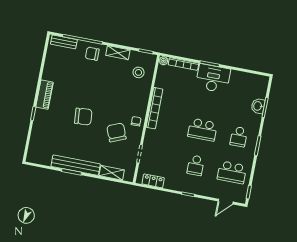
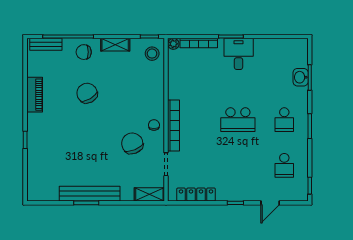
stool: (138, 72) -> (152, 54), moved
desk: (213, 78) -> (239, 54), width x0.73
piano: (45, 95) -> (35, 95), moved
bookcase: (155, 108) -> (174, 126), moved
chair: (83, 117) -> (87, 93), moved, turned -115
school desk: (196, 165) -> (238, 165), removed
school desk: (232, 172) -> (284, 165), width x0.54
shelving: (112, 173) -> (149, 194), moved
locker: (153, 181) -> (196, 195), width x1.53
door: (226, 202) -> (270, 203), moved

